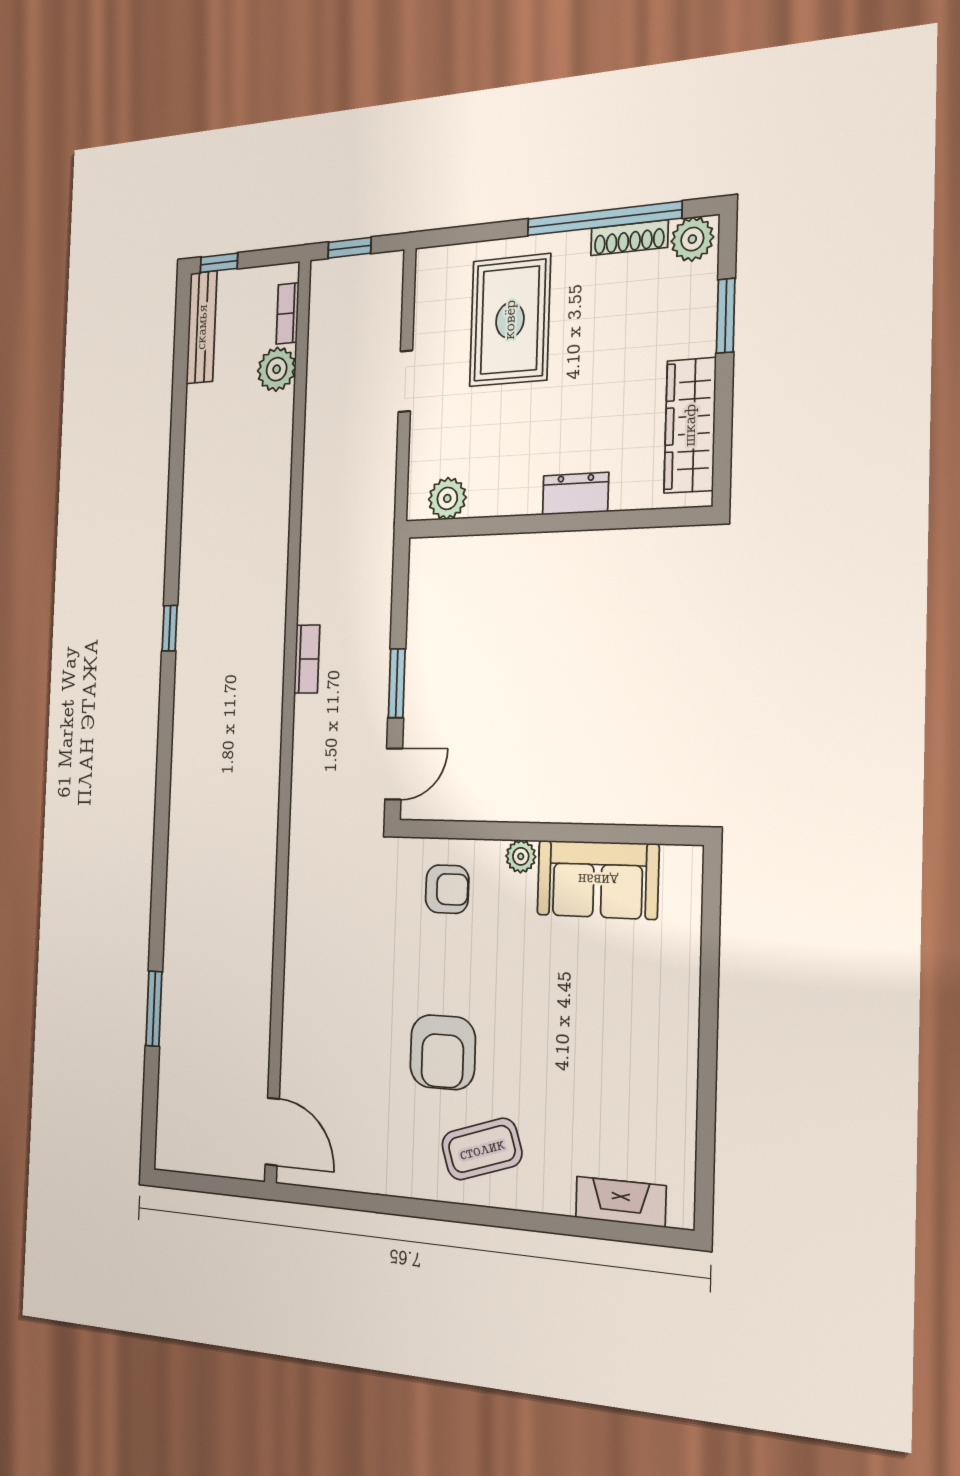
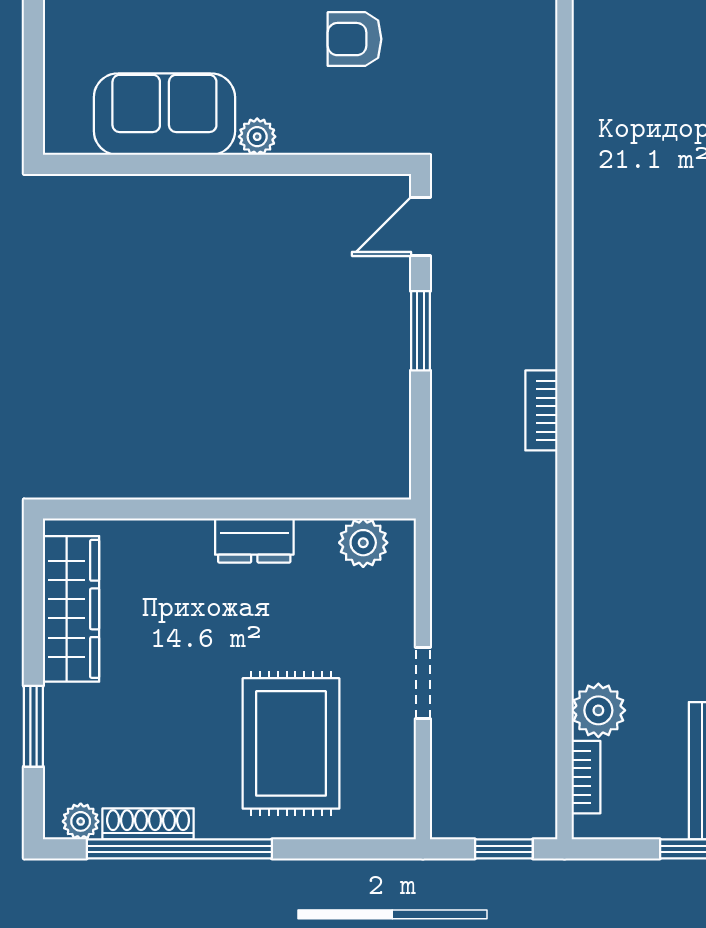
plant: (692, 239) -> (81, 821), width x0.73, depth x0.73
dresser: (575, 494) -> (254, 541), moved
bookcase: (307, 659) -> (541, 410), moved
armchair: (447, 889) -> (355, 39), moved

